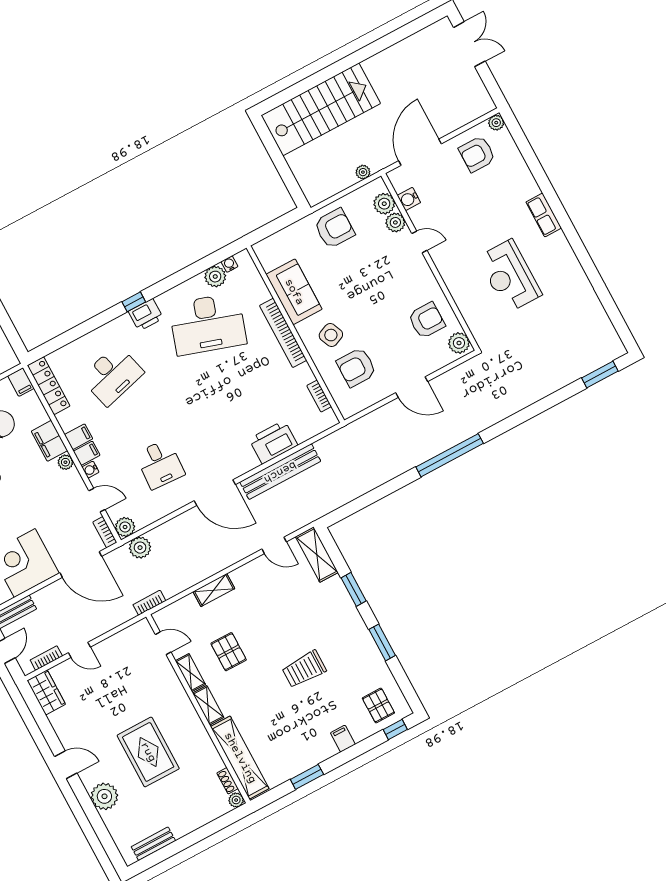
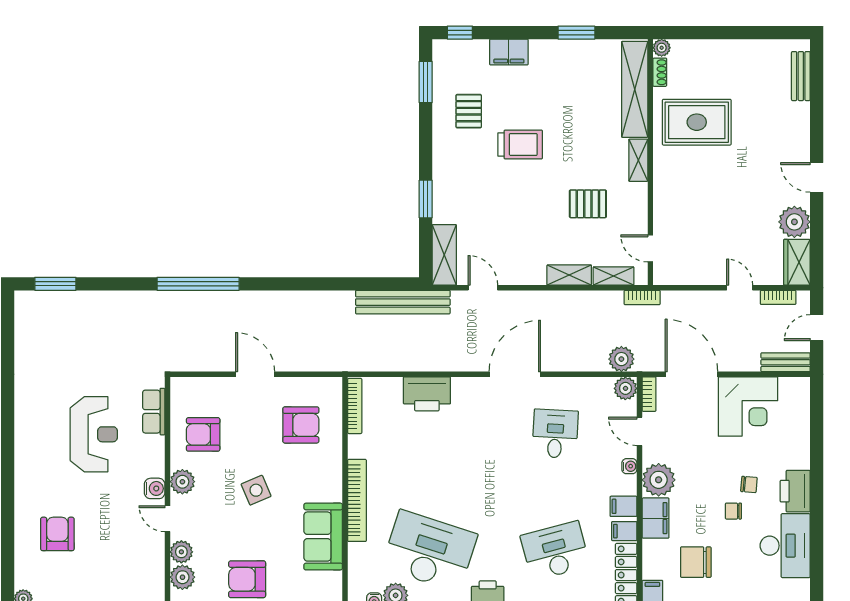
armchair: (477, 154) -> (57, 534), moved, turned -90
water cooler: (409, 199) -> (155, 488), moved
row of seats: (544, 215) -> (154, 412), moved, turned 180
side table: (331, 335) -> (256, 490), moved
plant: (459, 343) -> (182, 482), moved
bookcase: (319, 396) -> (355, 406), width x1.56
filing cabinet: (87, 453) -> (624, 531), moved
window: (450, 455) -> (198, 284), moved
plant: (65, 462) -> (659, 480), width x1.87, depth x1.87
bench: (280, 472) -> (403, 302), moved
door: (215, 493) -> (515, 374), hinge flipped
window: (382, 642) -> (426, 82), moved
pallet: (229, 652) -> (588, 204), turned 90
shelving: (190, 673) -> (614, 276), moved, turned 90
pallet: (378, 705) -> (469, 111), moved
filing cabinet: (343, 739) -> (509, 52), width x2.00
rug: (148, 752) -> (697, 122), moved, turned 90
plant: (104, 796) -> (794, 222), moved
bench: (153, 844) -> (801, 76), moved, turned 90

